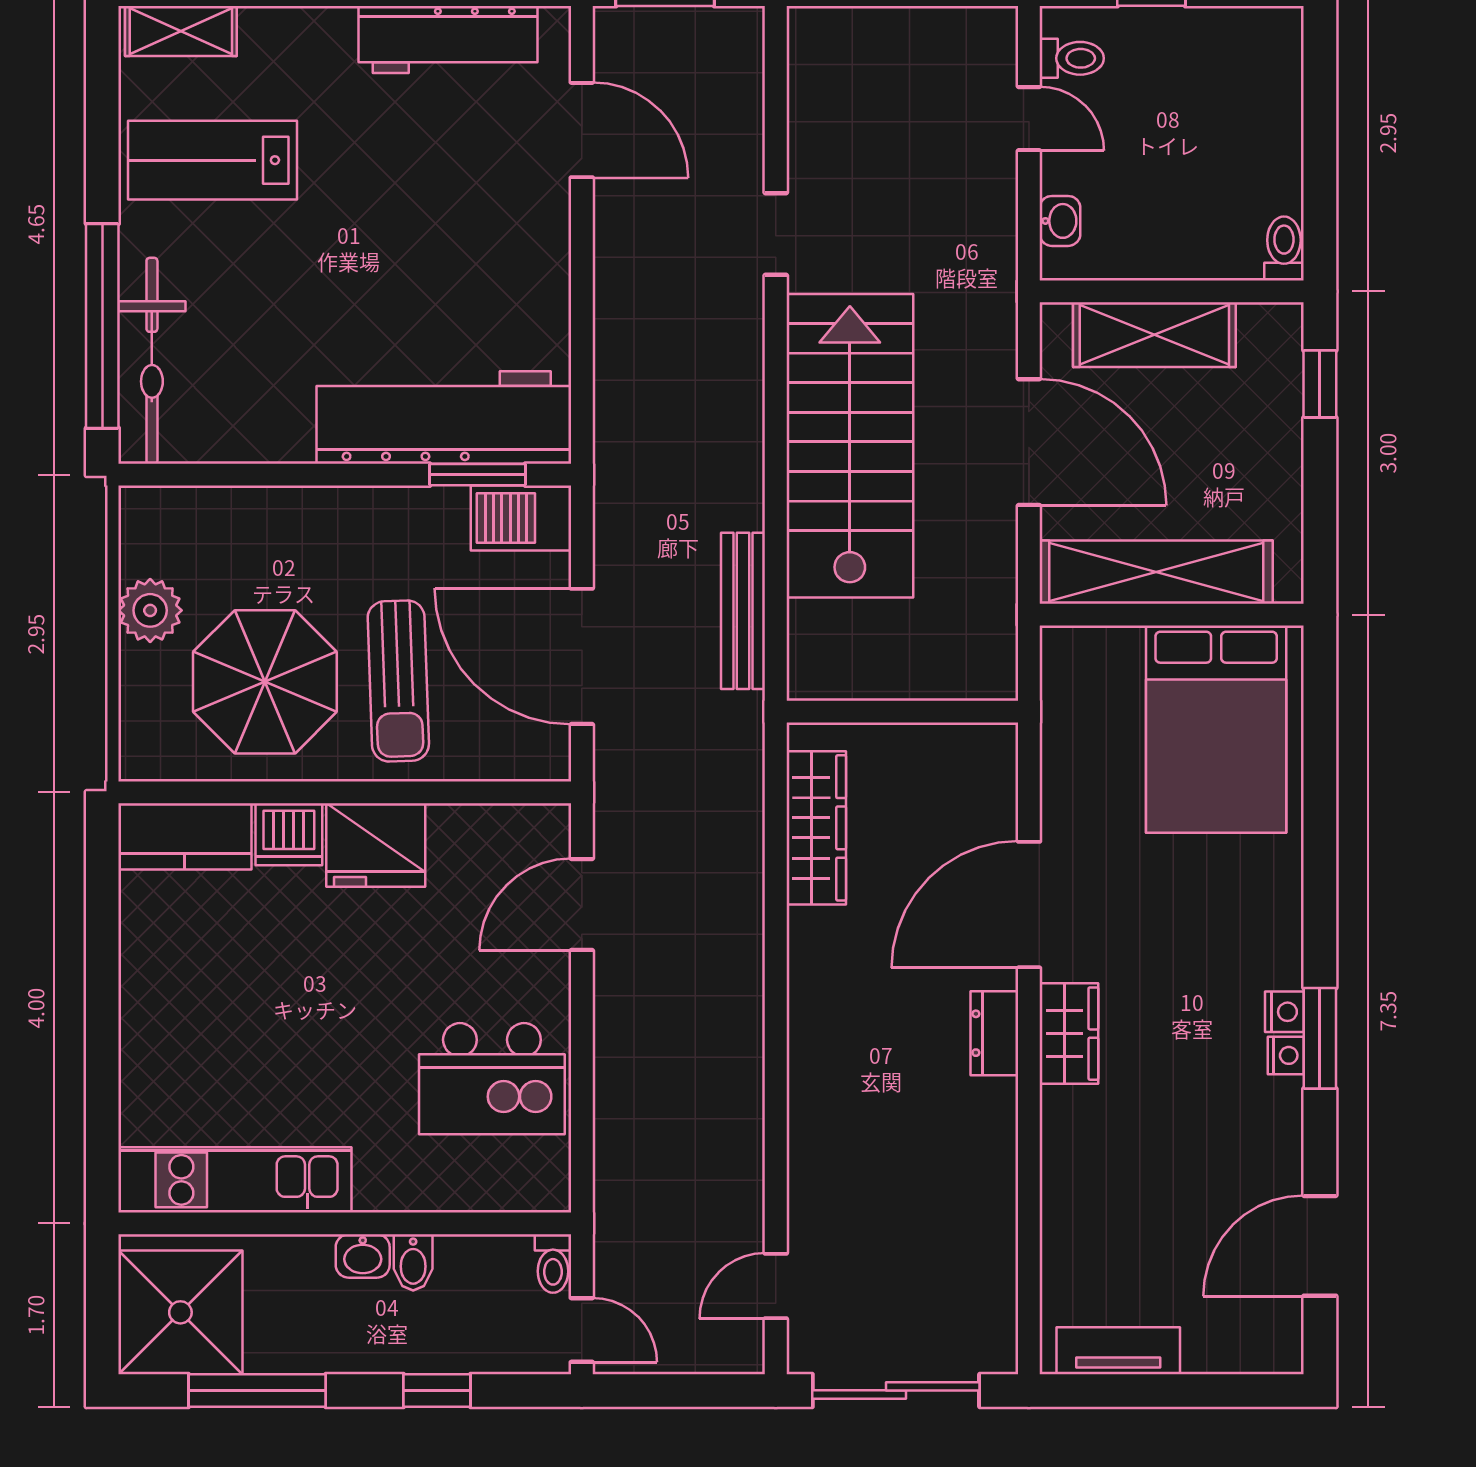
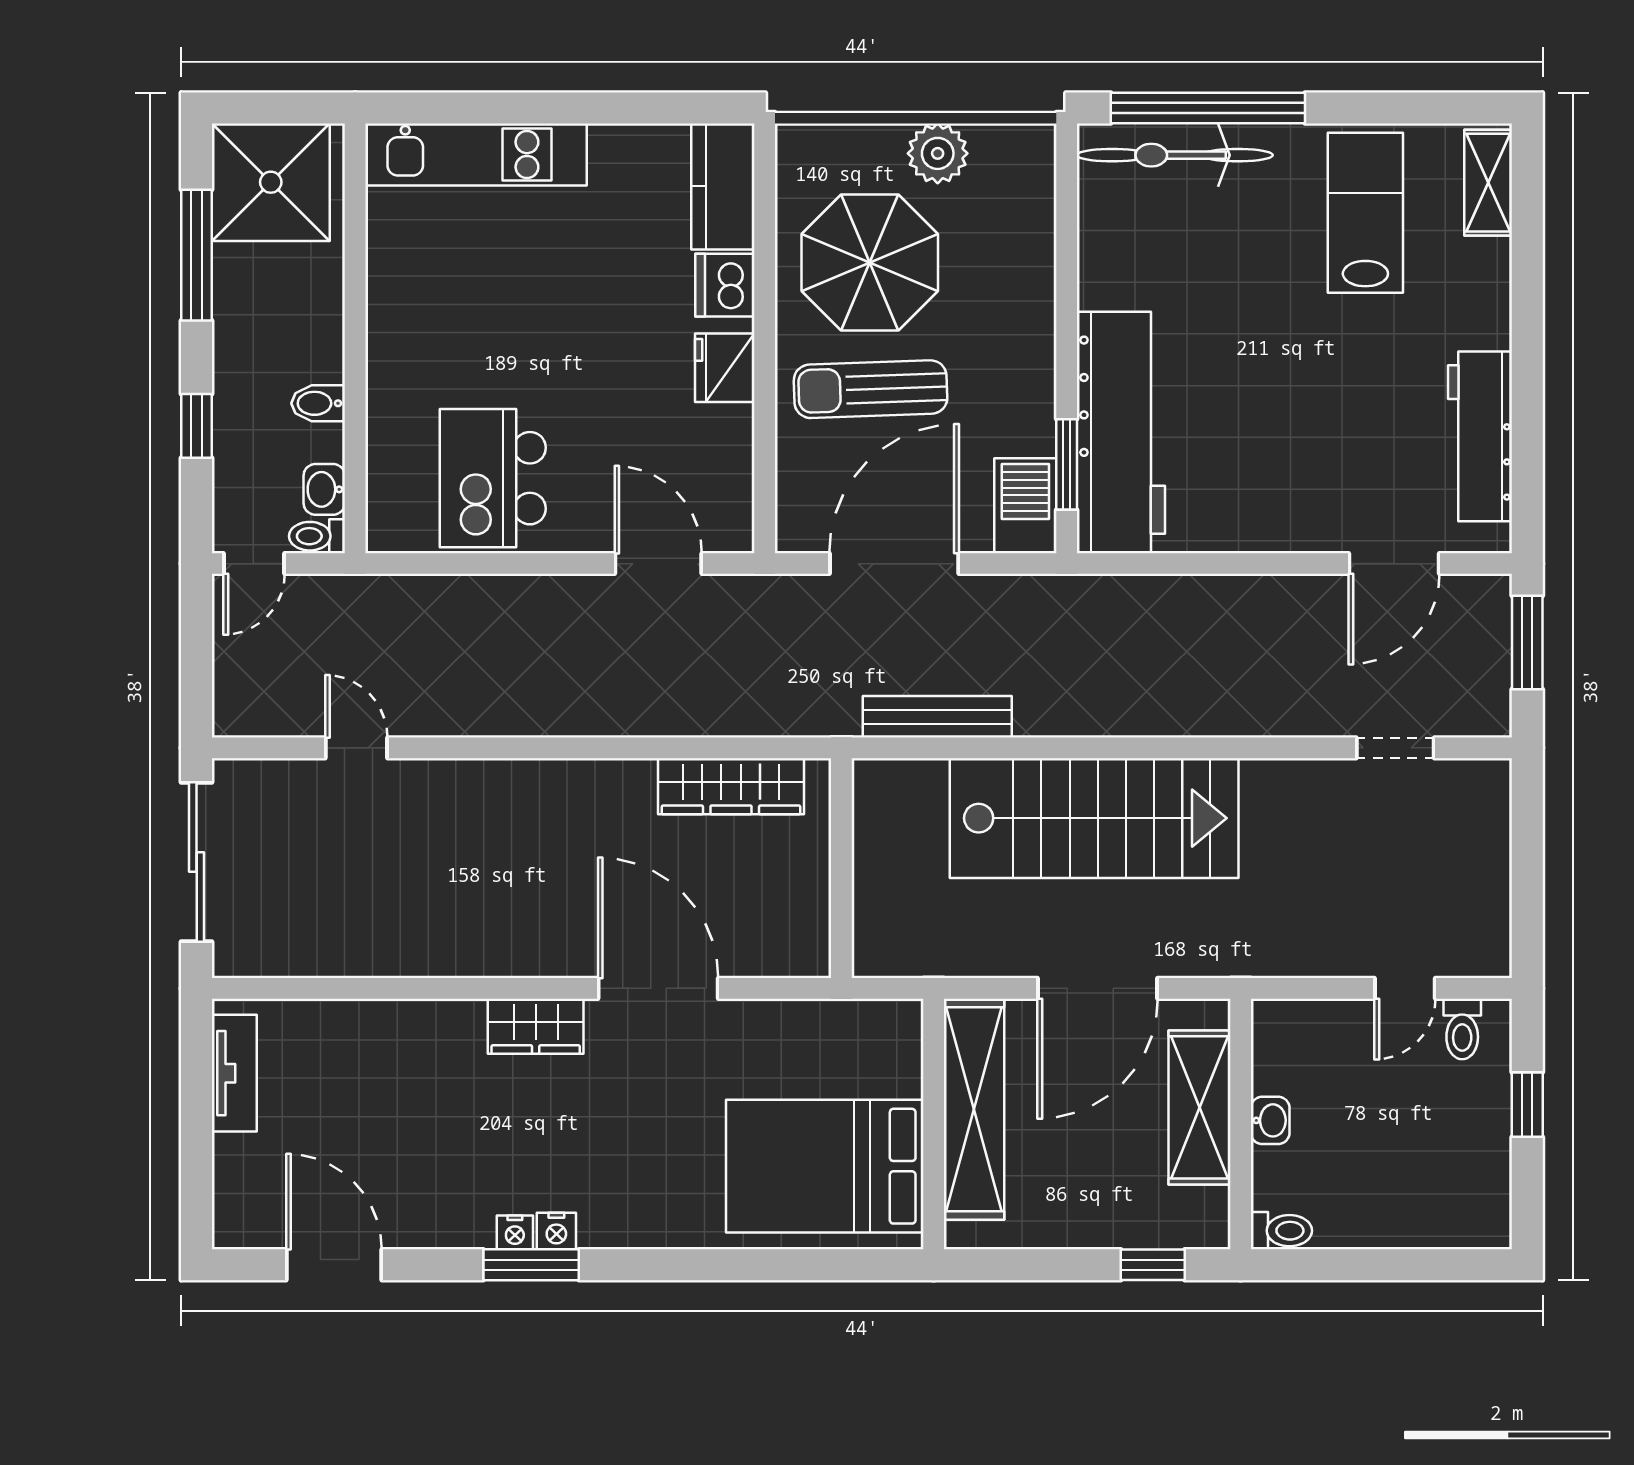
washbasin: (1060, 221) -> (1270, 1120), moved, turned -90
doorway: (776, 234) -> (1395, 748), moved
fridge: (376, 845) -> (725, 368), width x0.73, depth x0.75
dresser: (994, 1033) -> (536, 956), removed
kitchen unit: (235, 1180) -> (476, 155), moved, turned 90
washbasin: (363, 1256) -> (324, 489), moved
door: (776, 1286) -> (356, 748), moved

